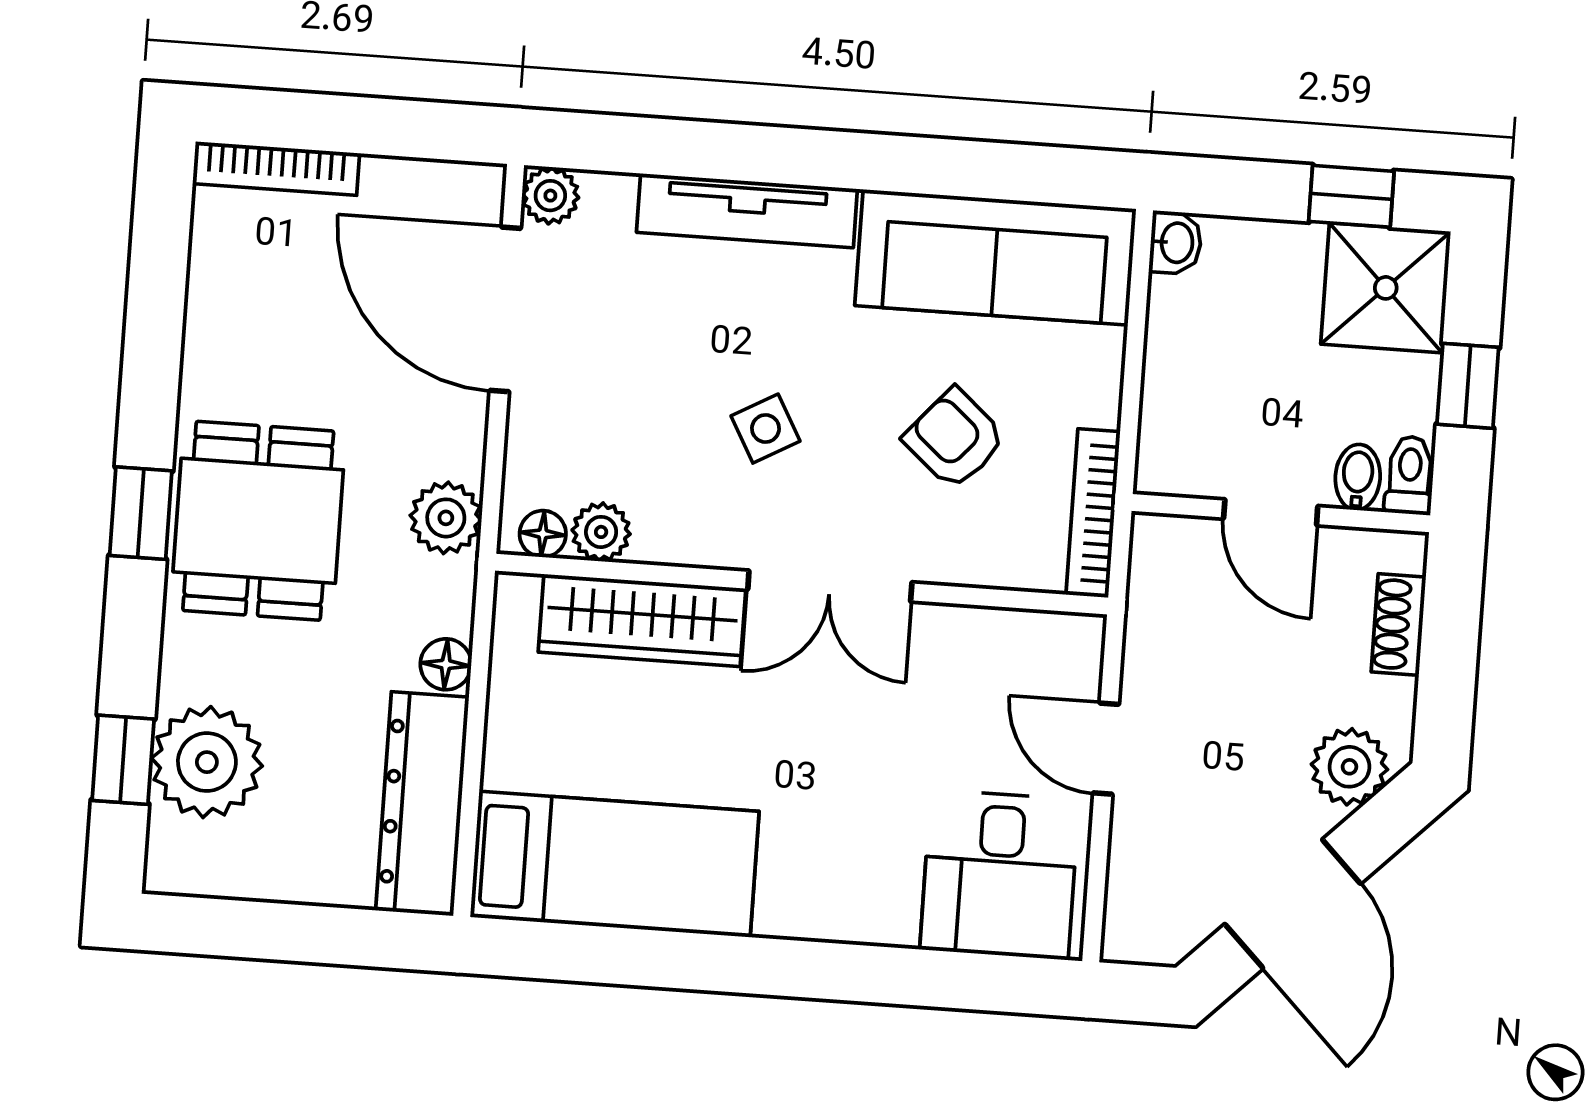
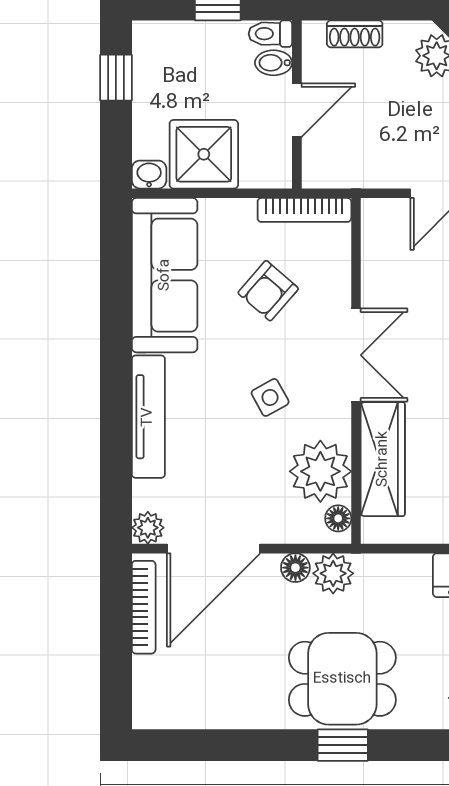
bookcase: (276, 168) -> (144, 607), moved
shower: (1386, 288) -> (204, 154), moved
plant: (601, 532) -> (320, 471), width x1.87, depth x1.87
floor lamp: (446, 664) -> (295, 568), moved

